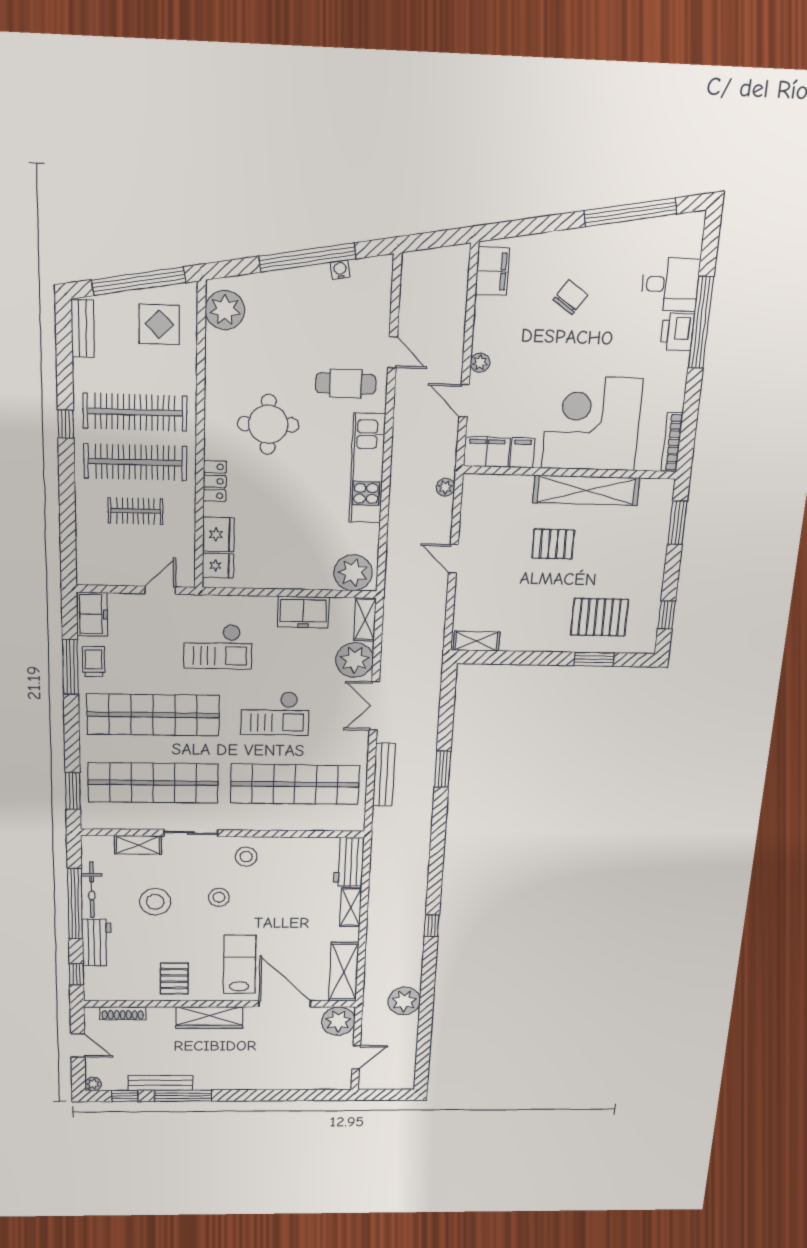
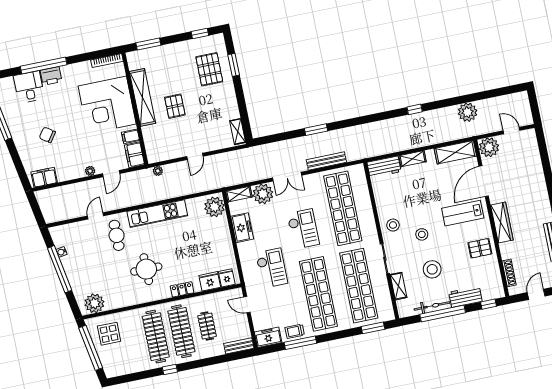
bench: (83, 329) -> (239, 346), moved

